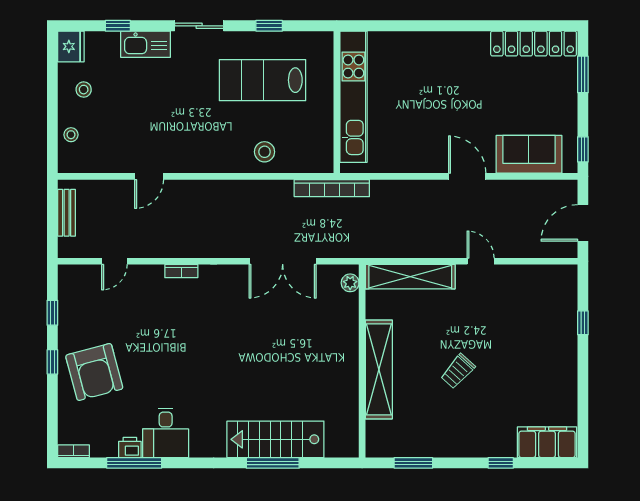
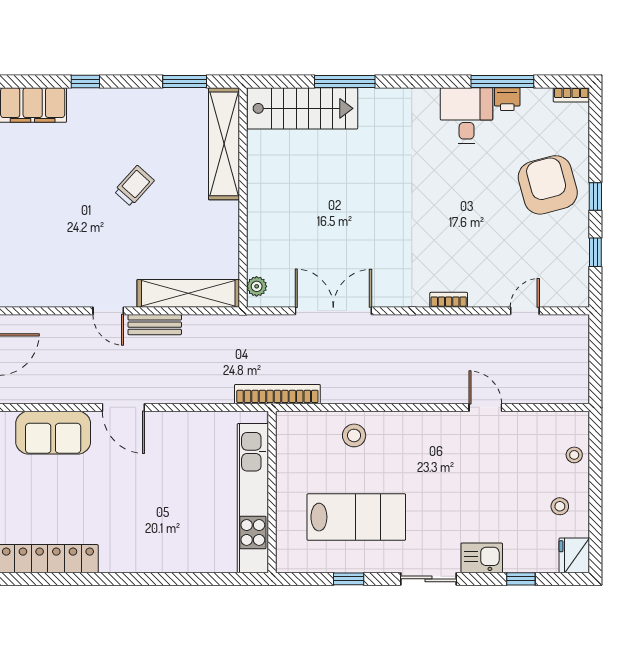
kitchen sink: (146, 44) -> (482, 558), width x0.73
door: (149, 176) -> (485, 407), hinge flipped
bench: (67, 213) -> (155, 325), moved, turned 90
shelving: (379, 369) -> (224, 144), moved
stairs: (275, 439) -> (302, 108), moved

